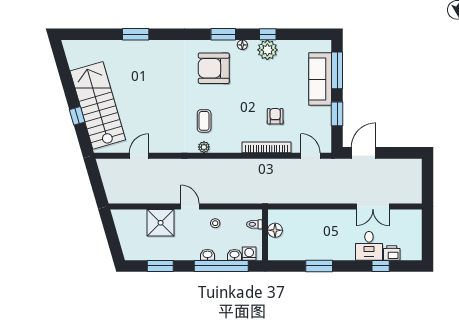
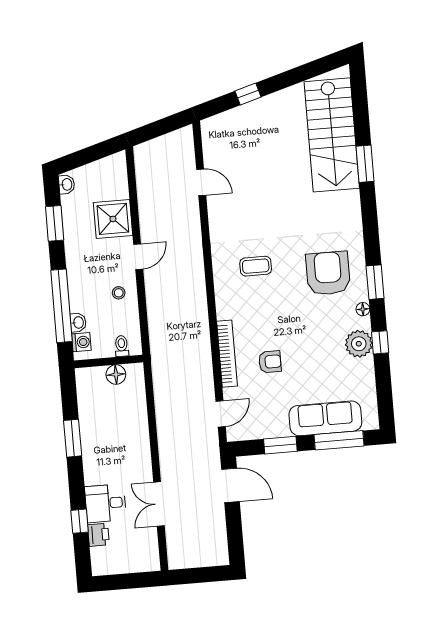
stairs: (98, 105) -> (332, 135), moved, turned 106
plant: (204, 147) -> (220, 269), removed
washbasin: (207, 255) -> (67, 184), moved

